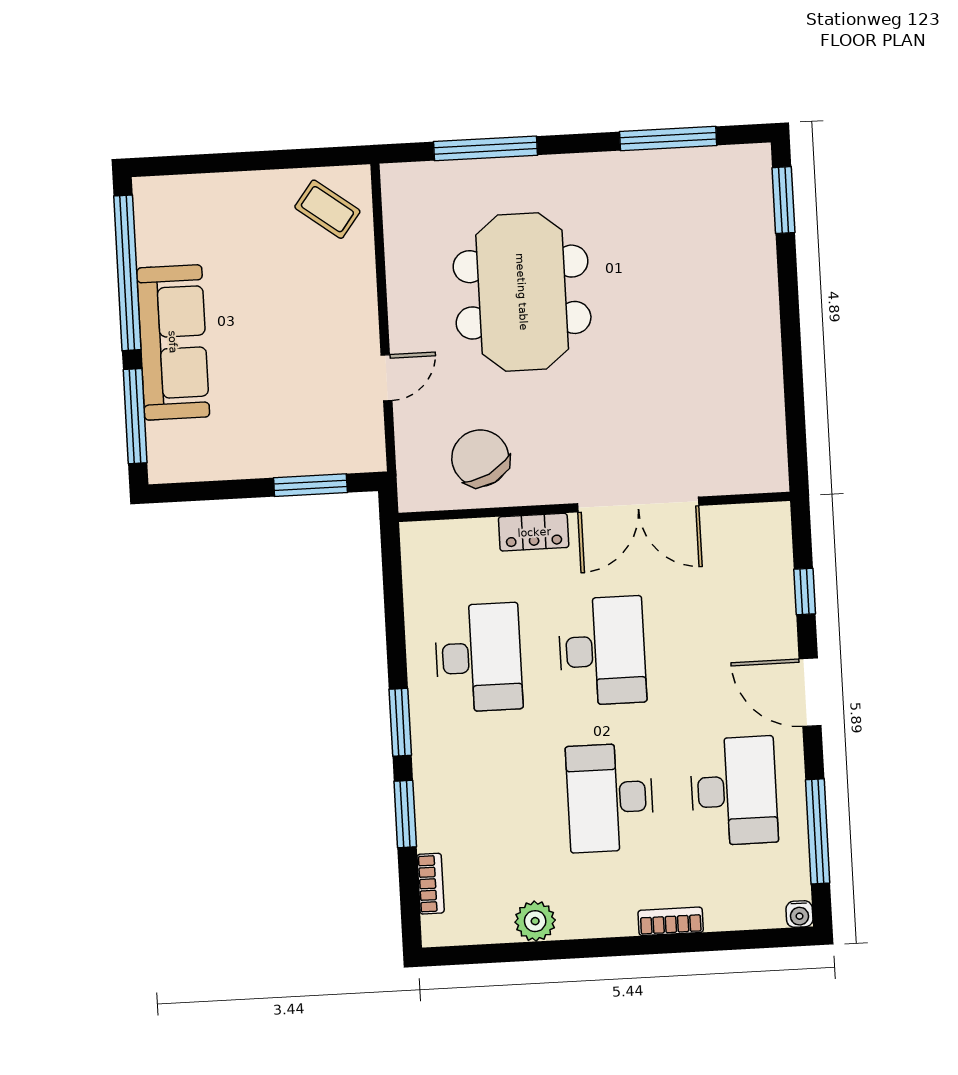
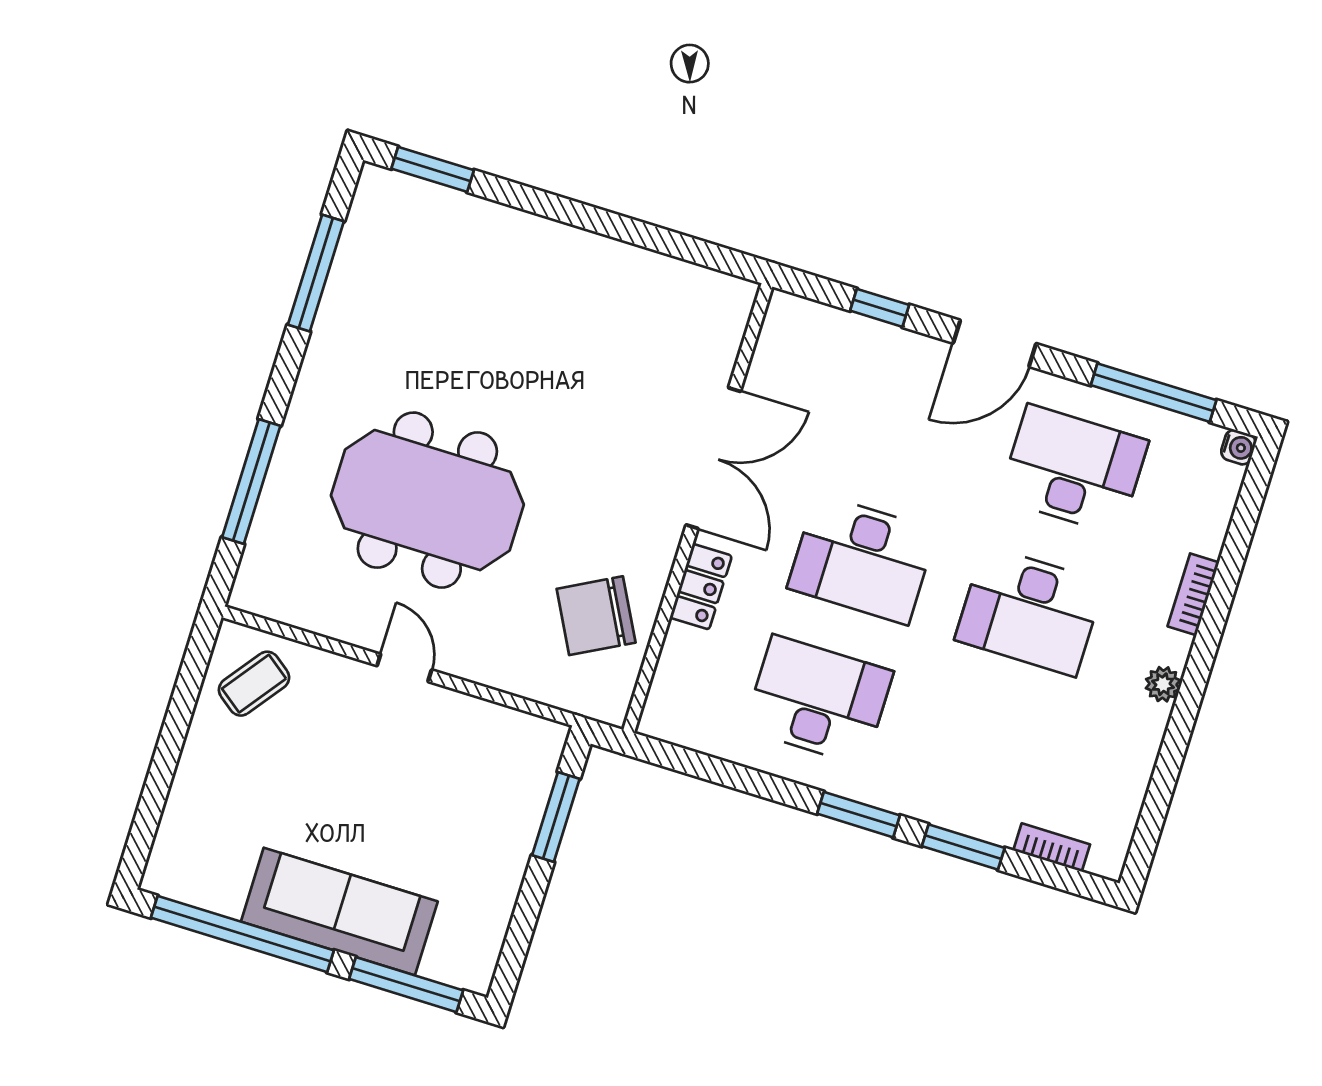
door: (387, 378) -> (404, 668), moved
desk: (602, 651) -> (862, 559), turned 180
plant: (535, 921) -> (1163, 684), moved, width x0.73, depth x0.73

